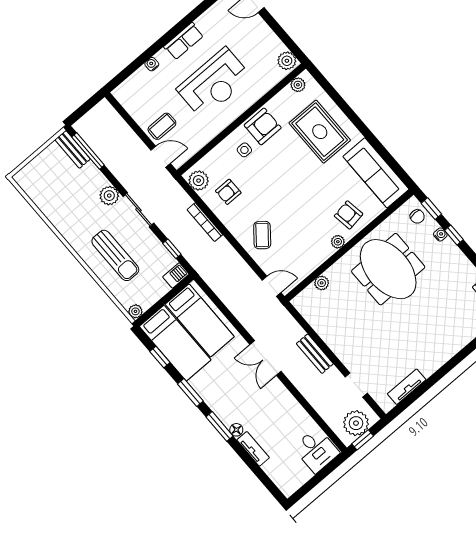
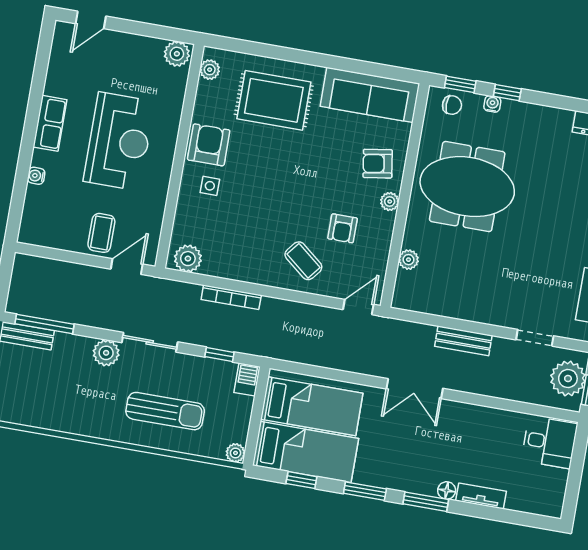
armchair: (228, 192) -> (343, 228), moved

